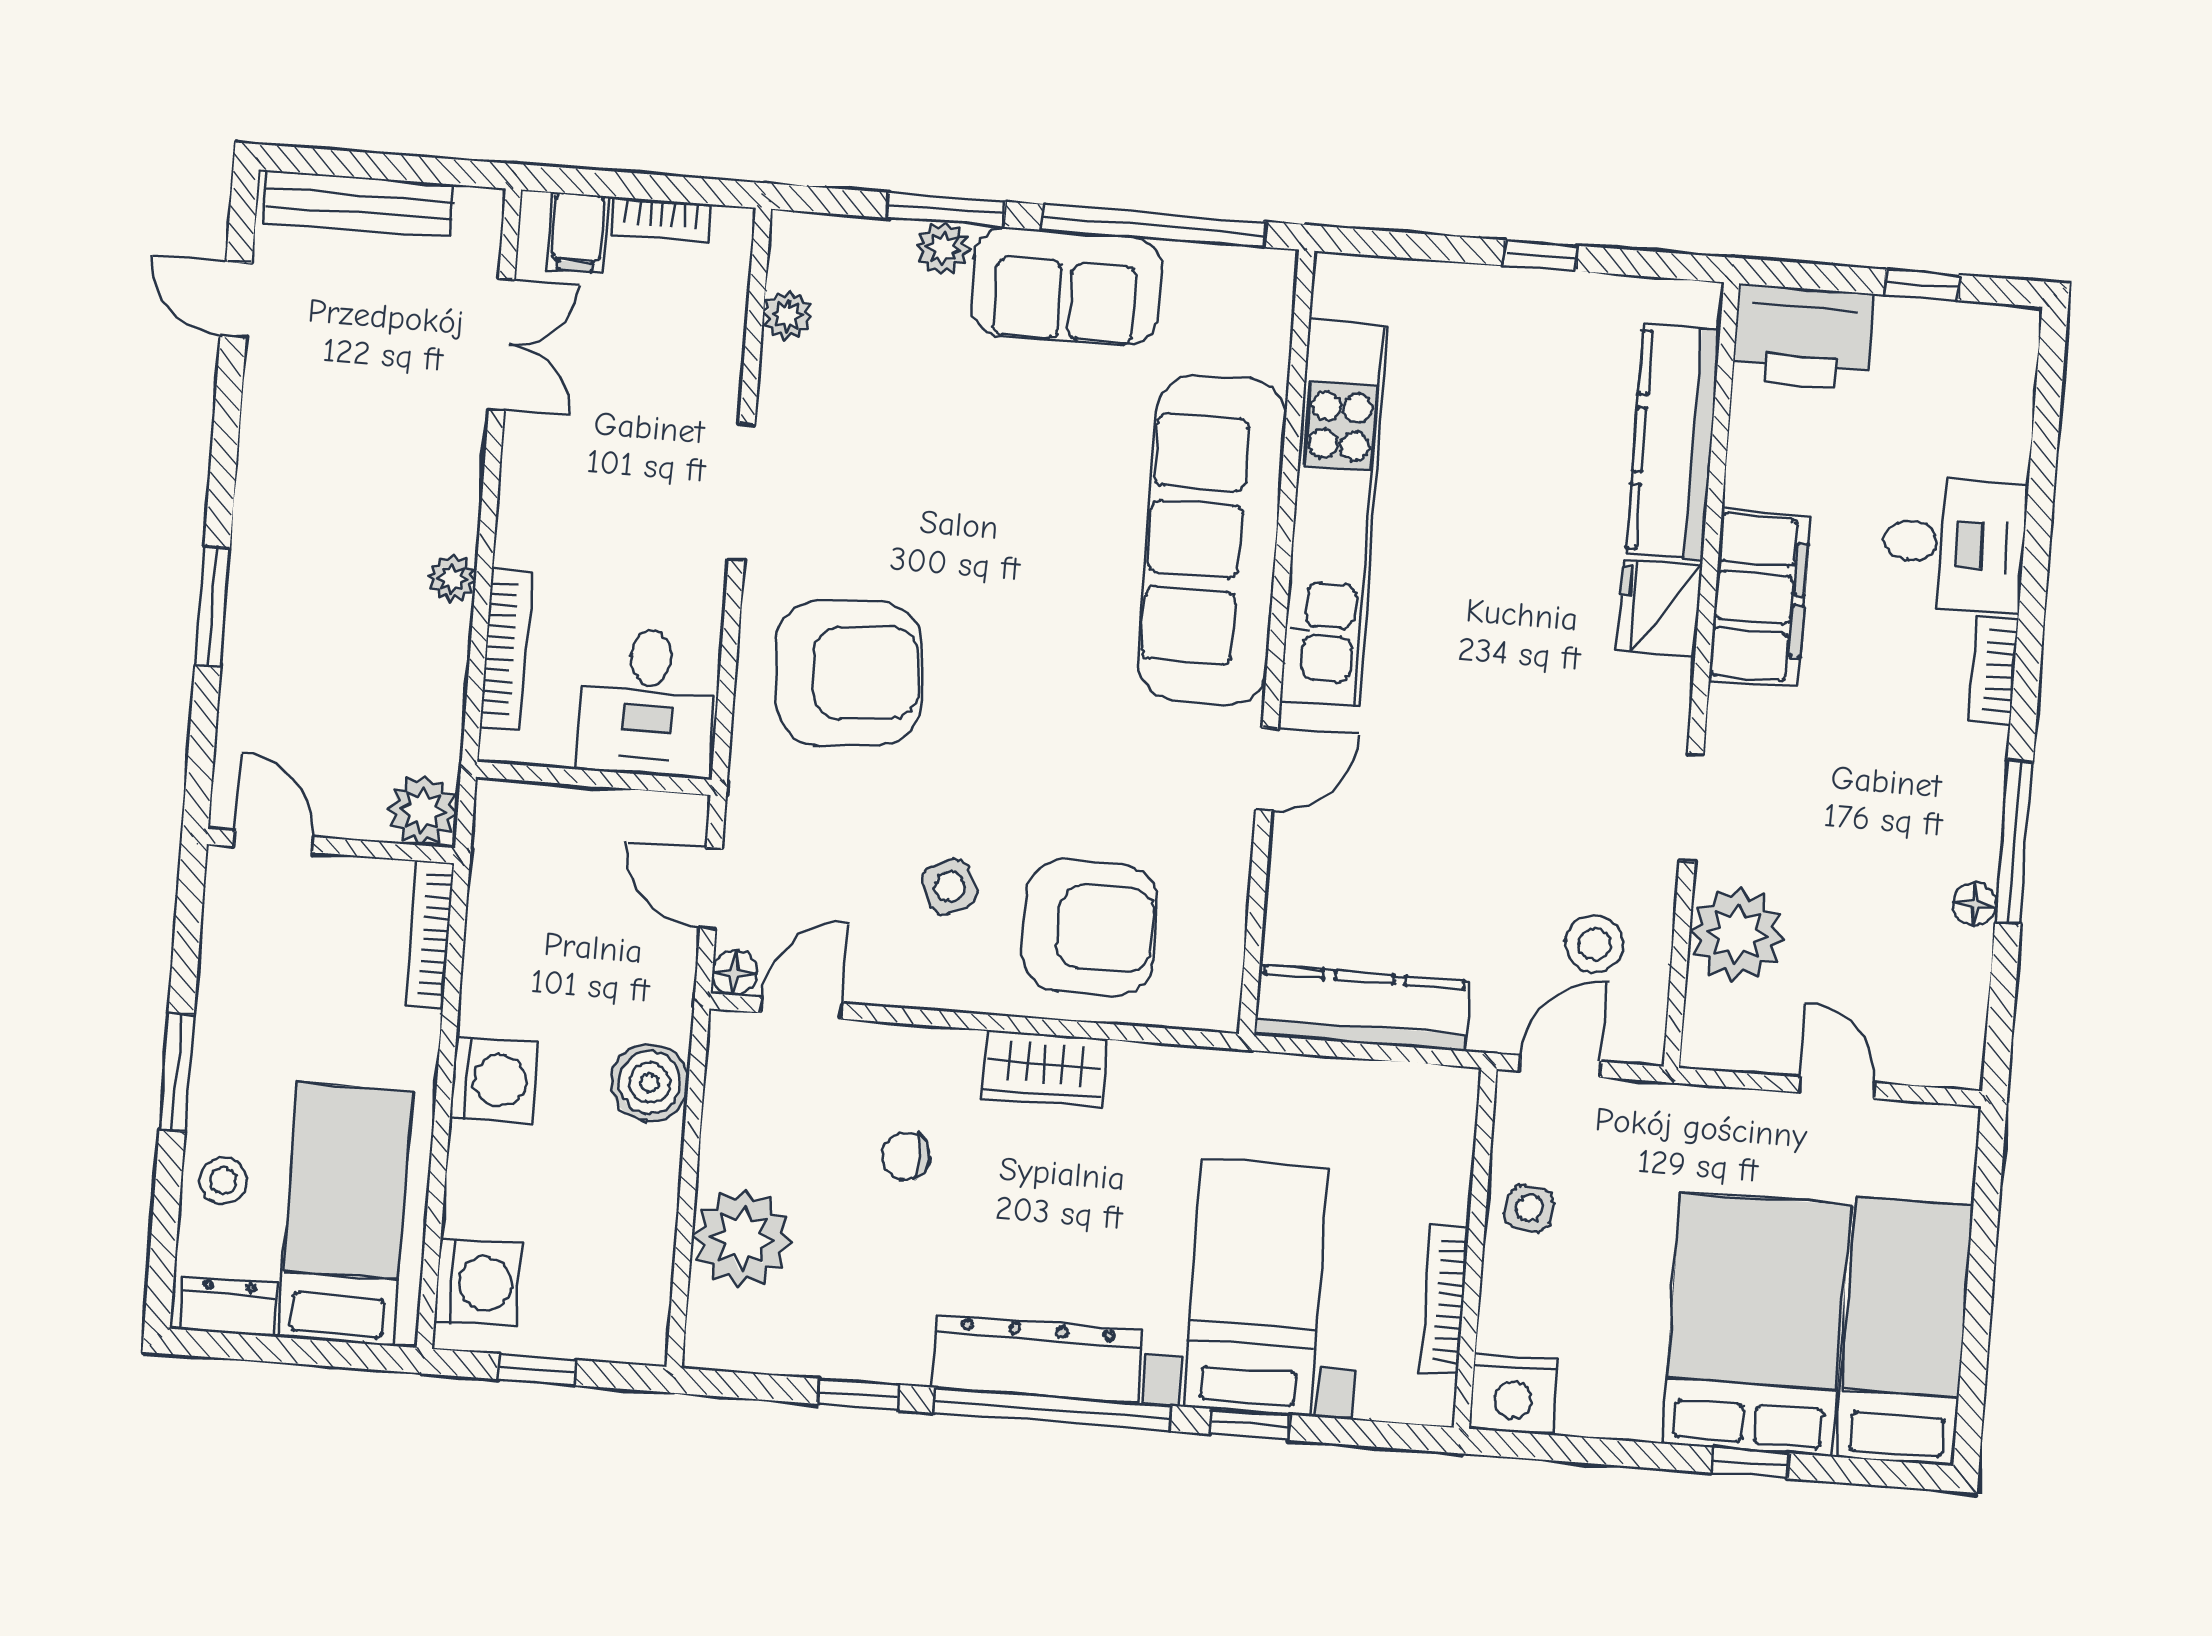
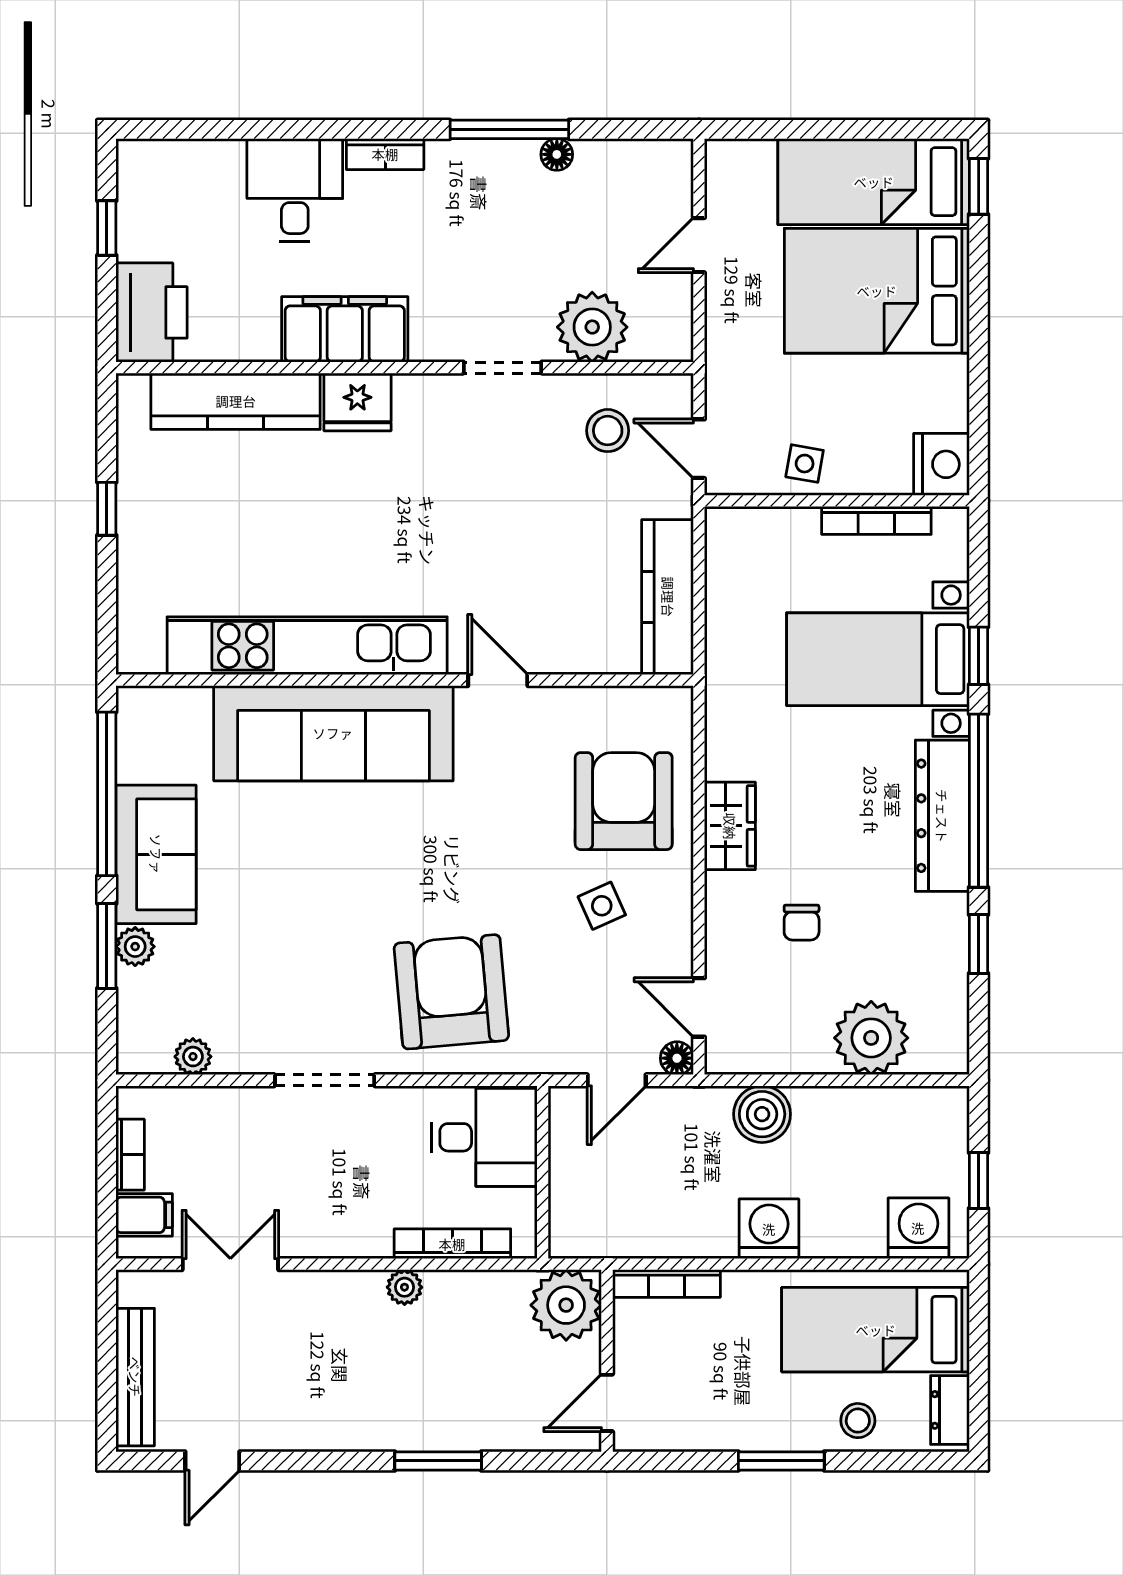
plant: (423, 810) -> (566, 1305), width x1.36, depth x1.36
window: (1750, 1463) -> (979, 186), moved

